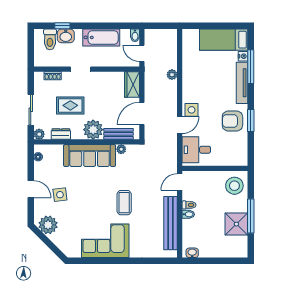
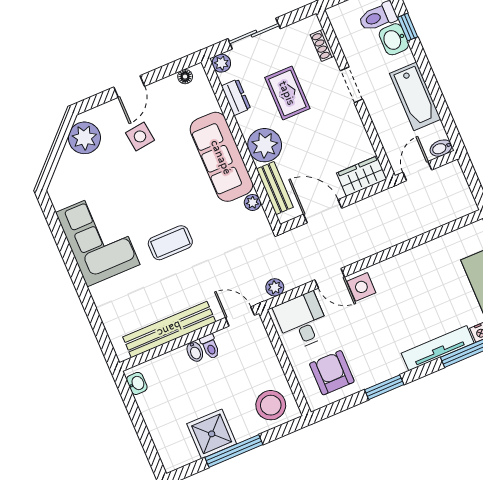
plant: (172, 75) -> (275, 287), moved
armchair: (232, 121) -> (332, 373), moved

